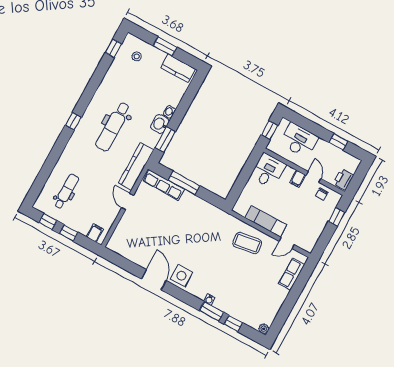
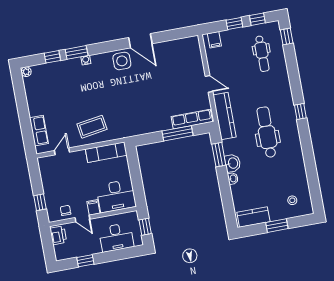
window: (113, 48) -> (287, 36), moved
desk: (268, 171) -> (116, 196), width x1.37
exam couch: (266, 221) -> (106, 152), moved

